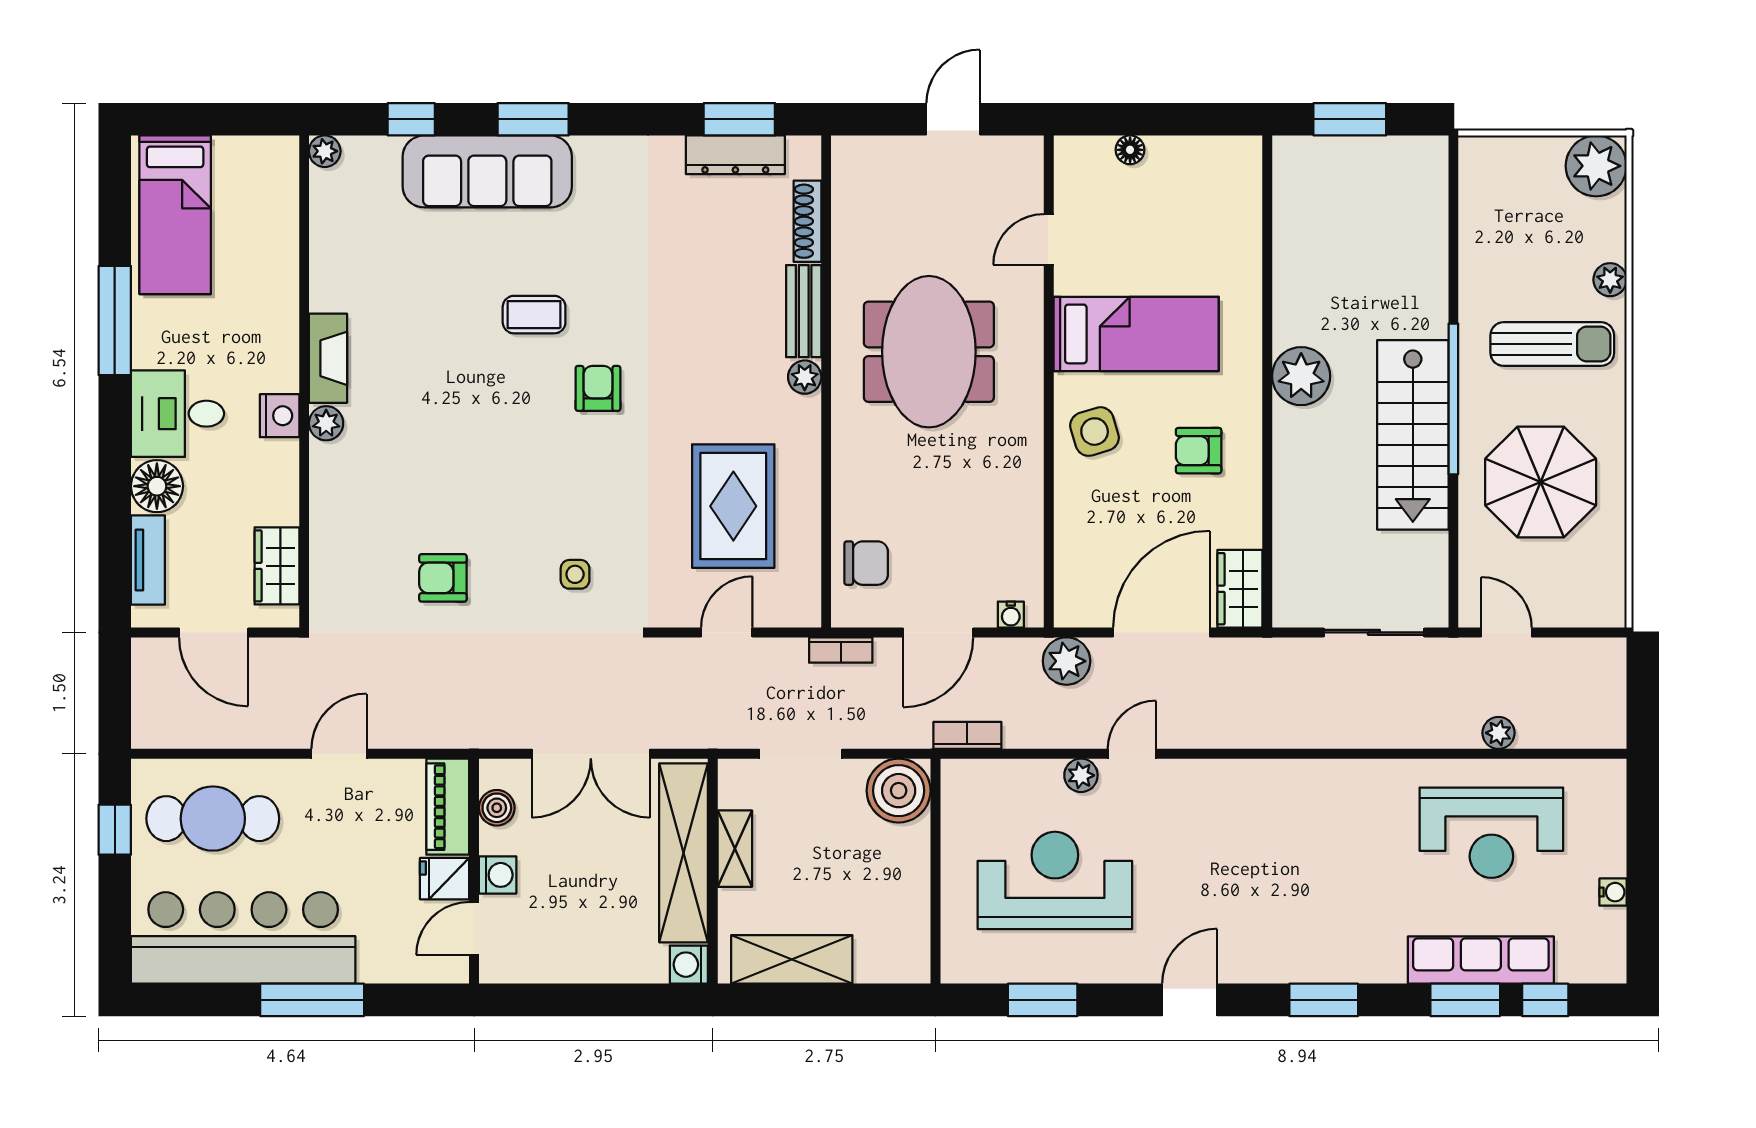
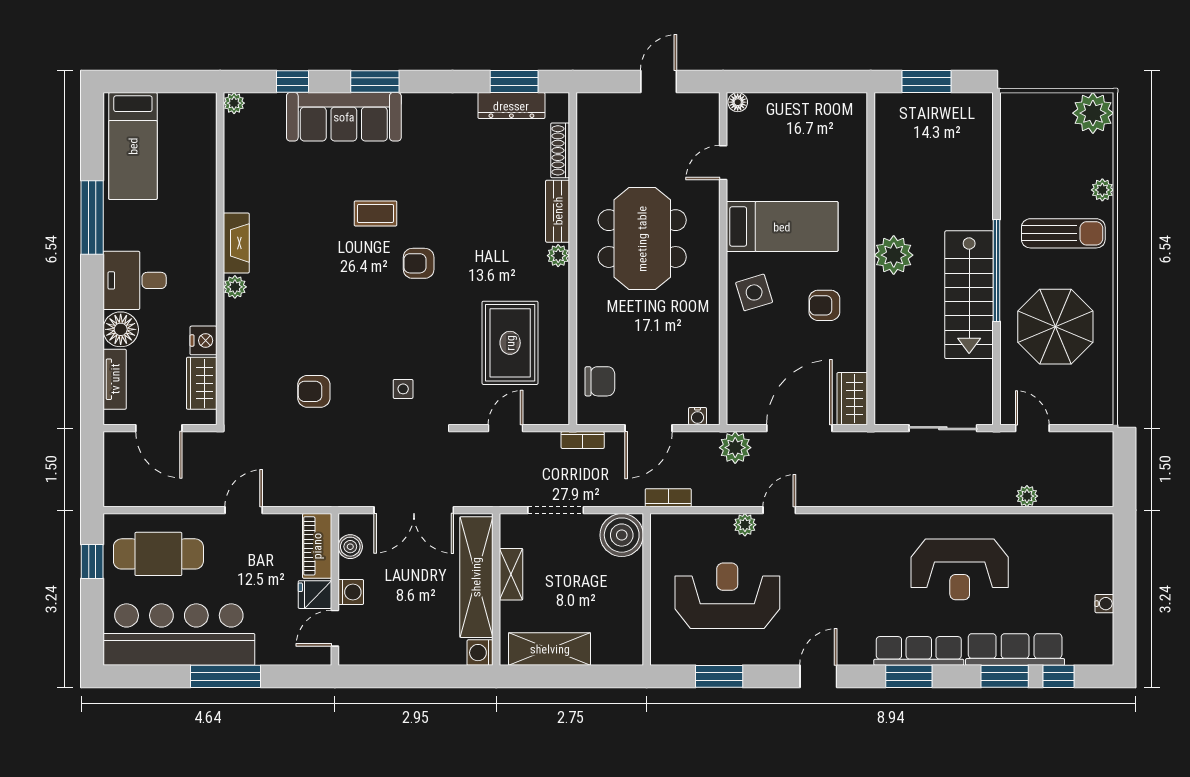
floor lamp: (1130, 150) -> (738, 102), moved
armchair: (598, 388) -> (419, 263), turned -90
nightstand: (280, 416) -> (203, 340), moved
reception desk: (1491, 833) -> (960, 569), moved
row of seats: (1338, 962) -> (919, 651), added

